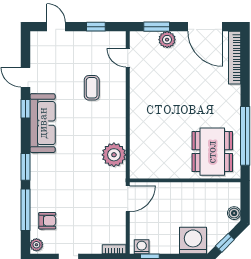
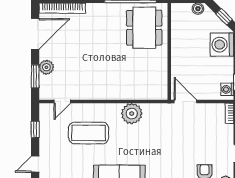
coffee table: (92, 88) -> (89, 133), width x1.86, depth x1.72
dining table: (212, 152) -> (144, 28), turned 90
plant: (114, 155) -> (132, 114), moved

